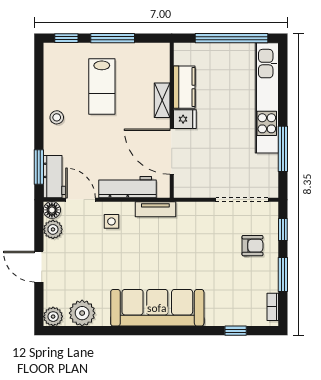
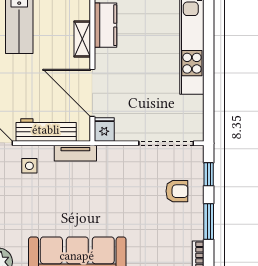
fridge: (185, 119) -> (104, 129), moved, turned -90
window: (283, 149) -> (209, 90), removed

